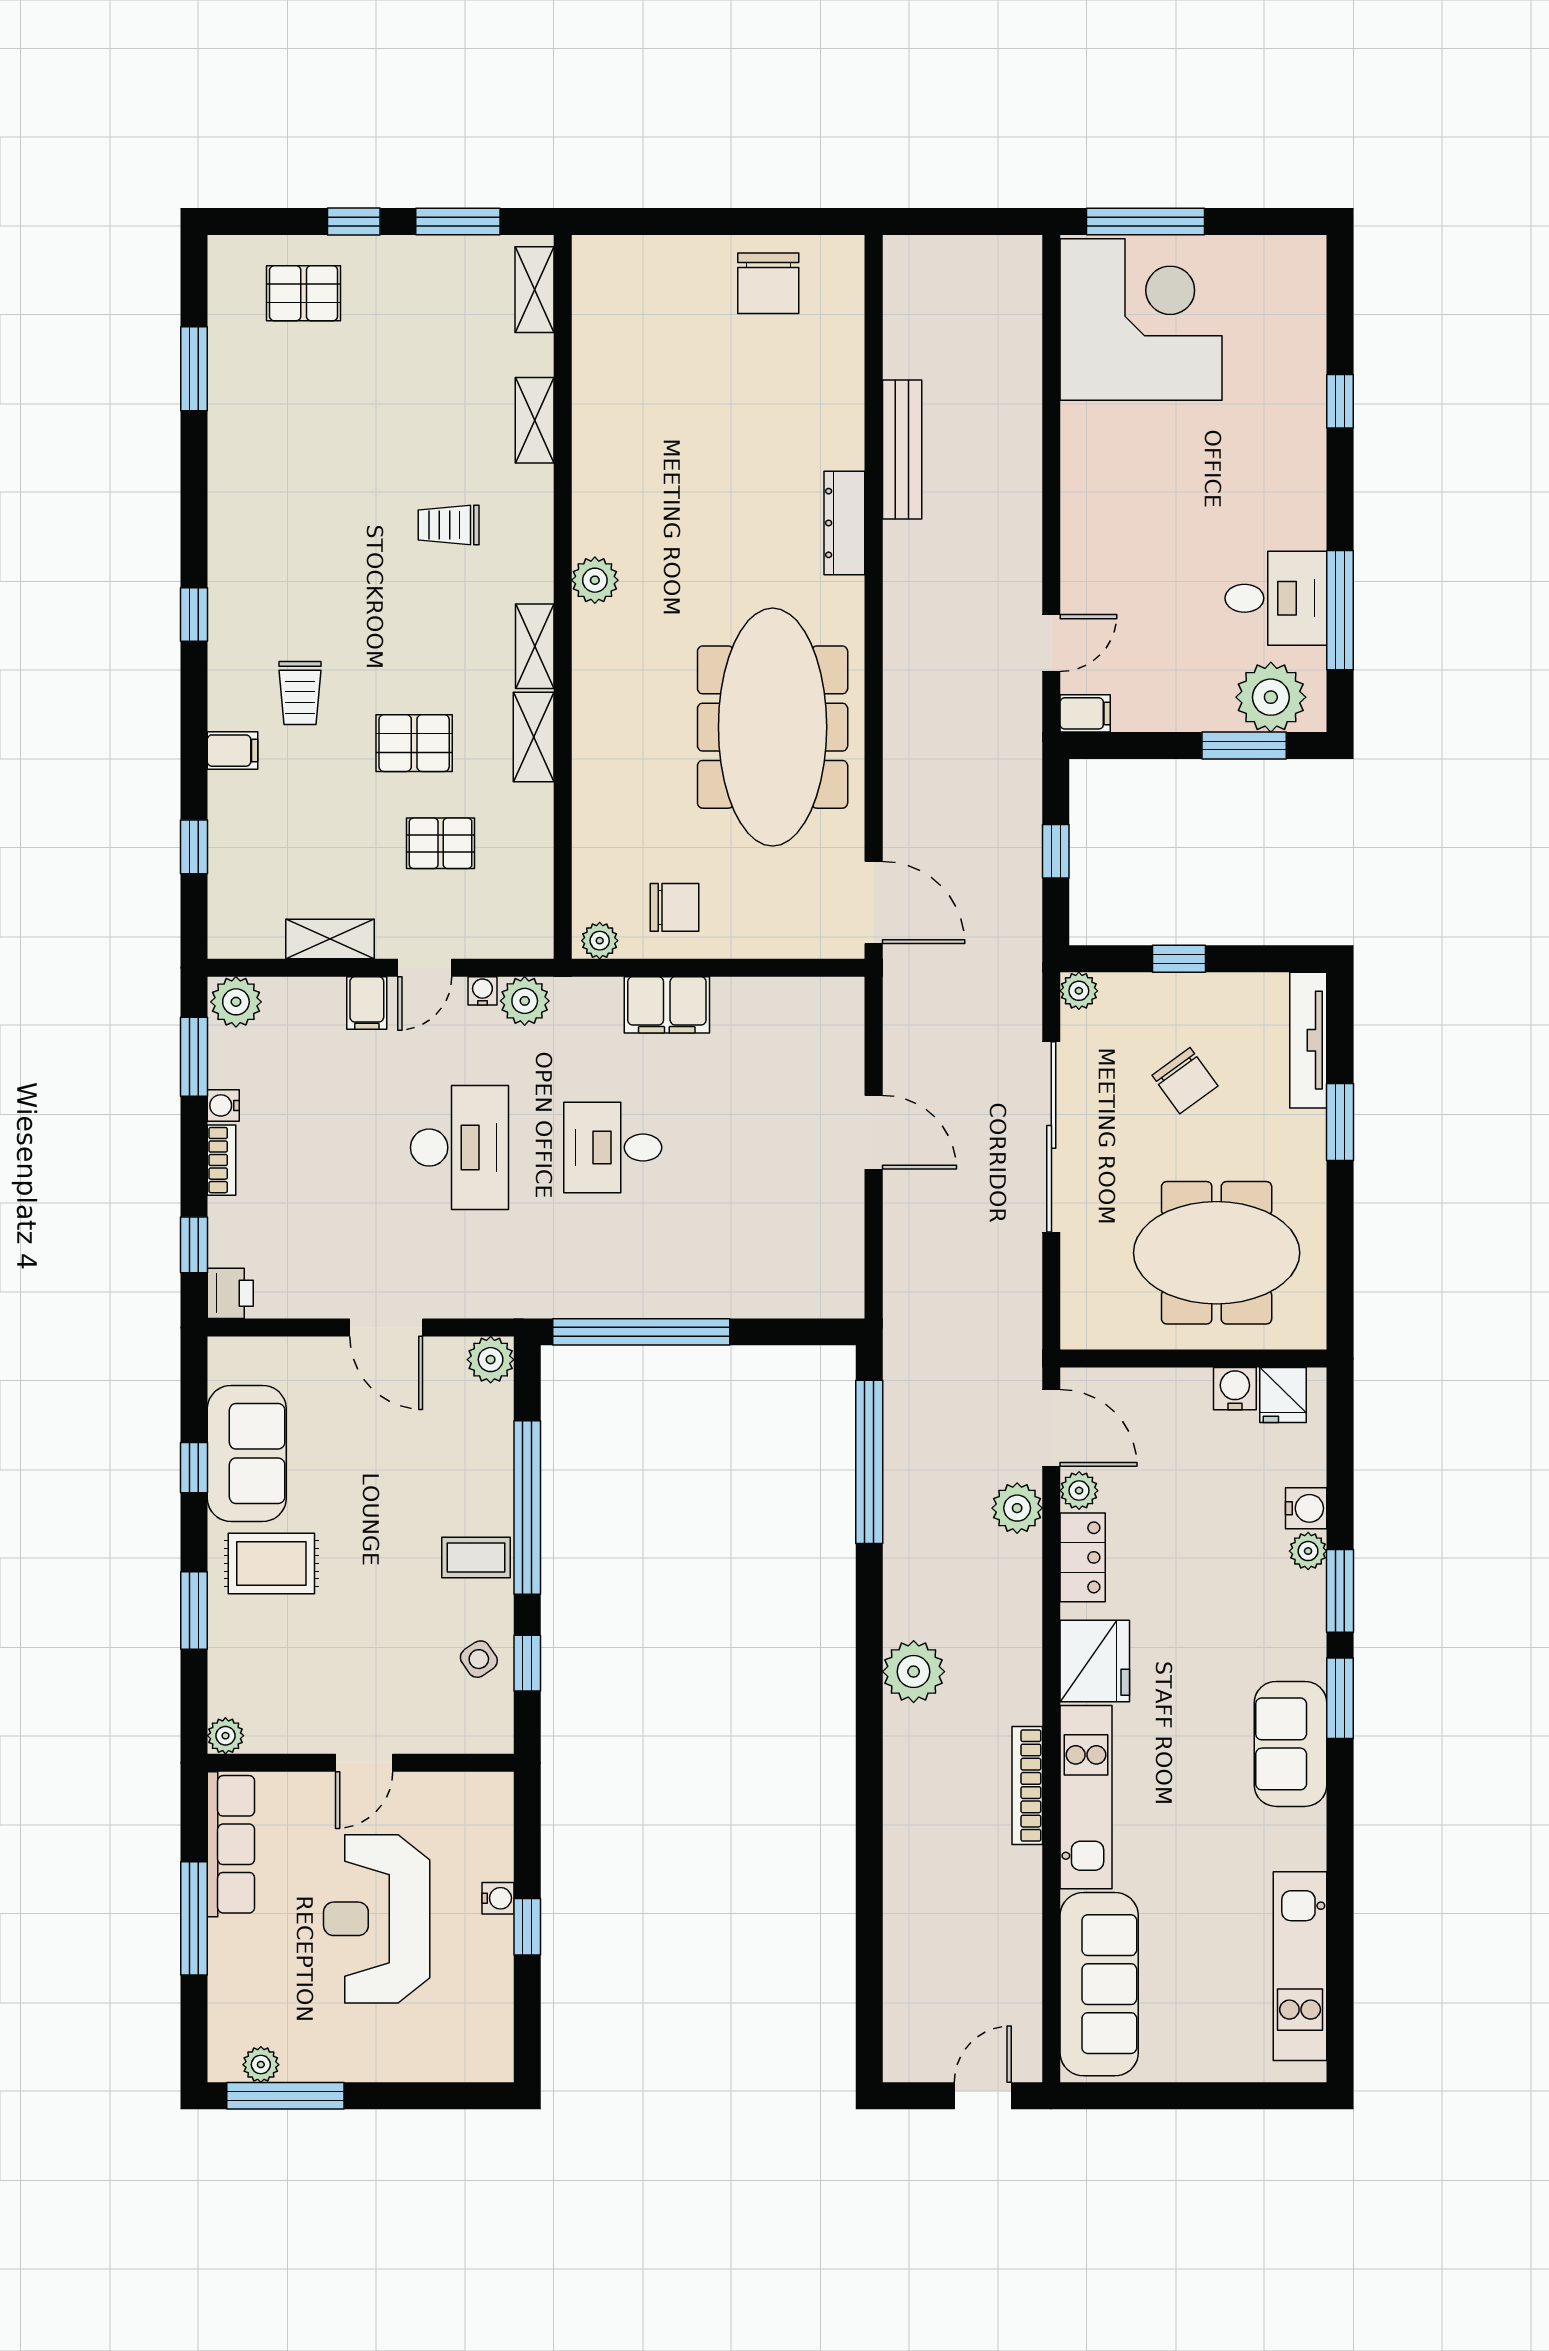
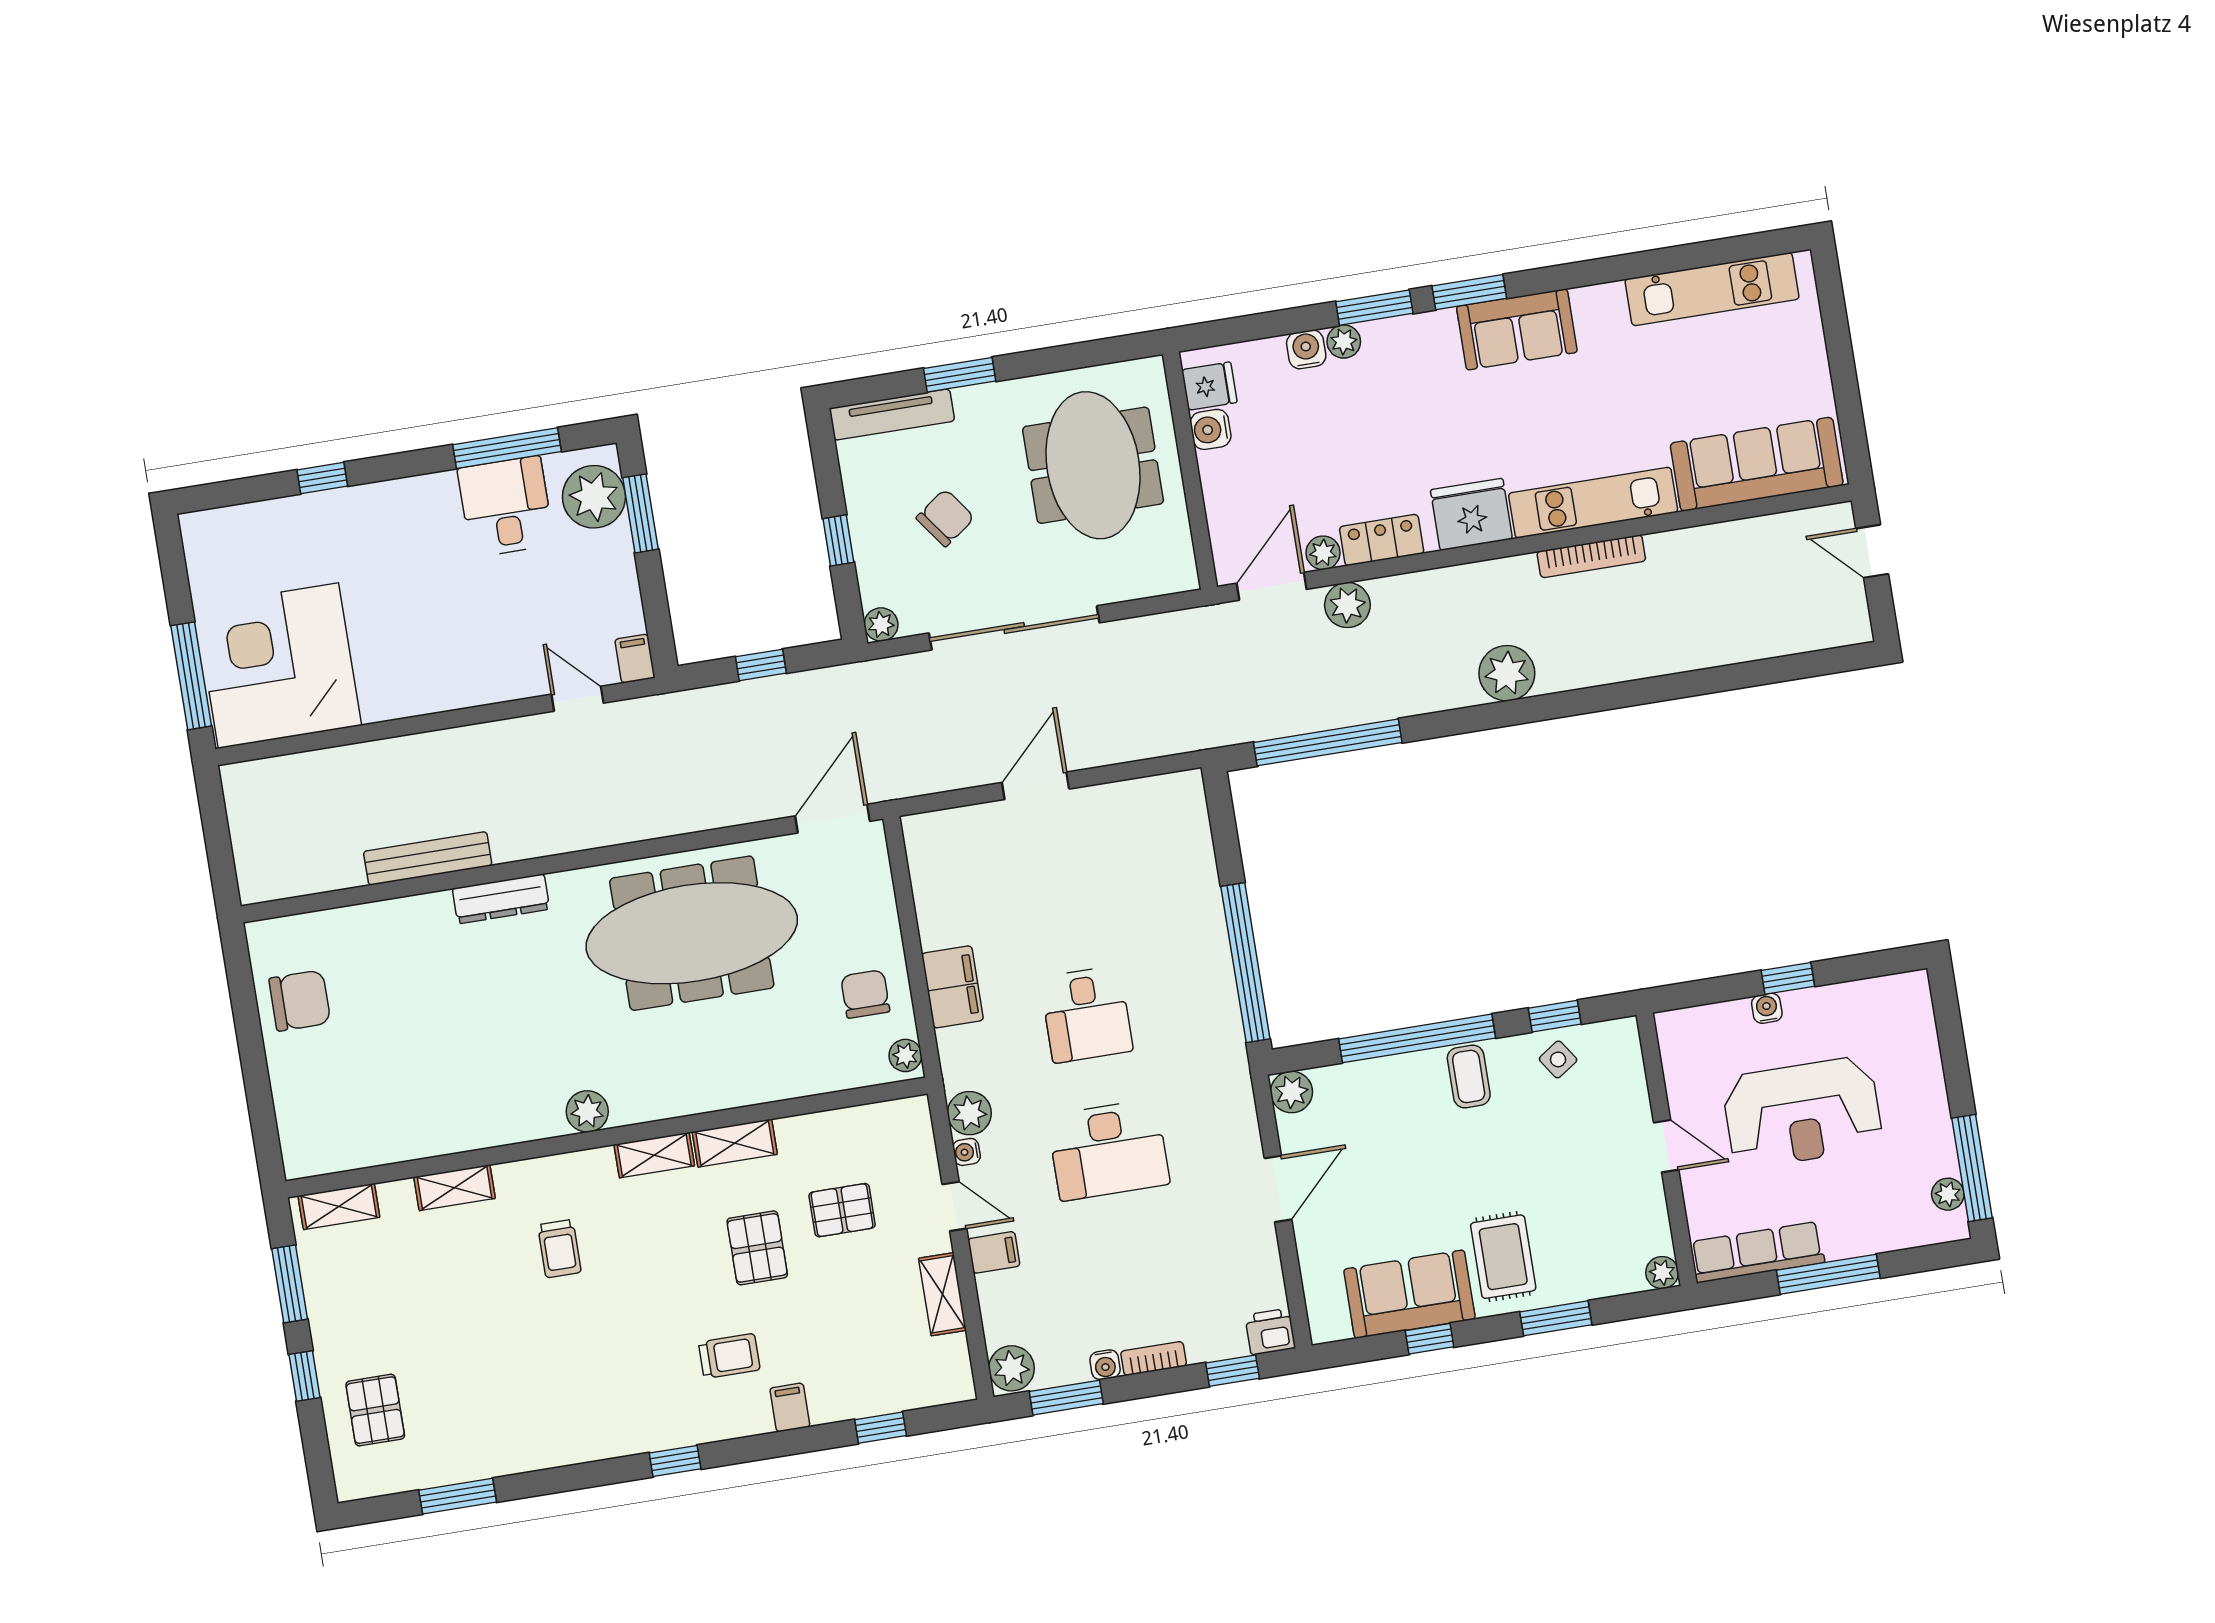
pallet: (441, 843) -> (842, 1210), turned 90
desk: (459, 1148) -> (1108, 1150), turned 180

